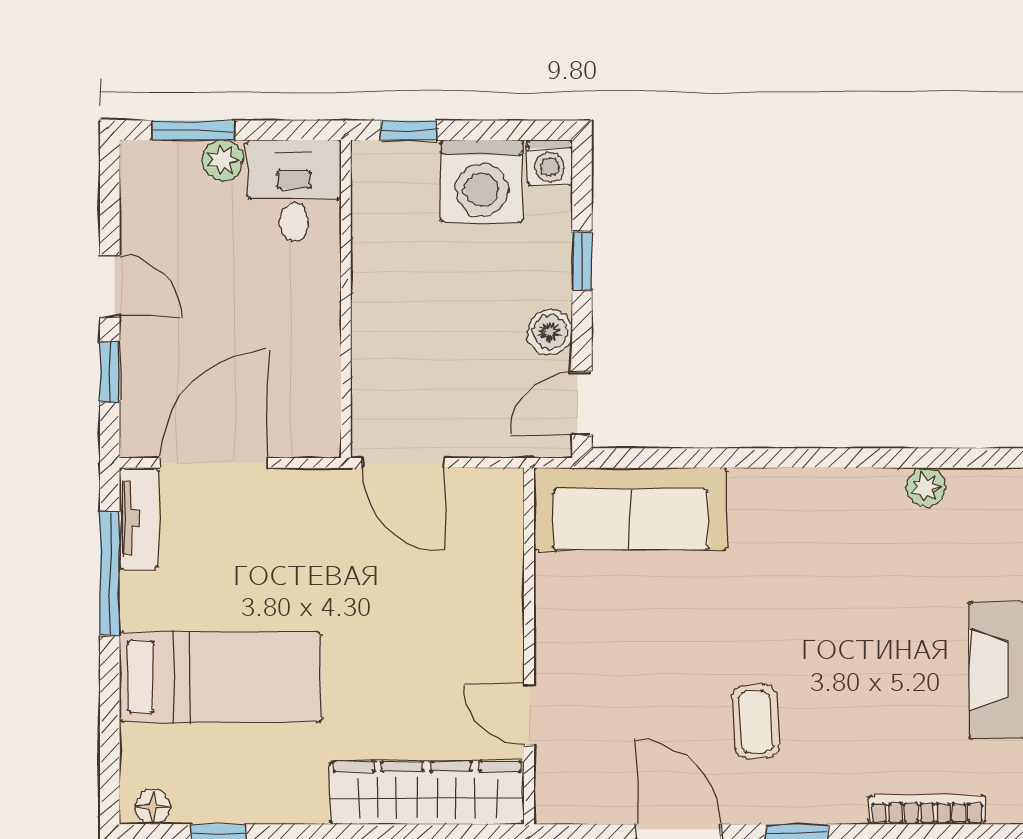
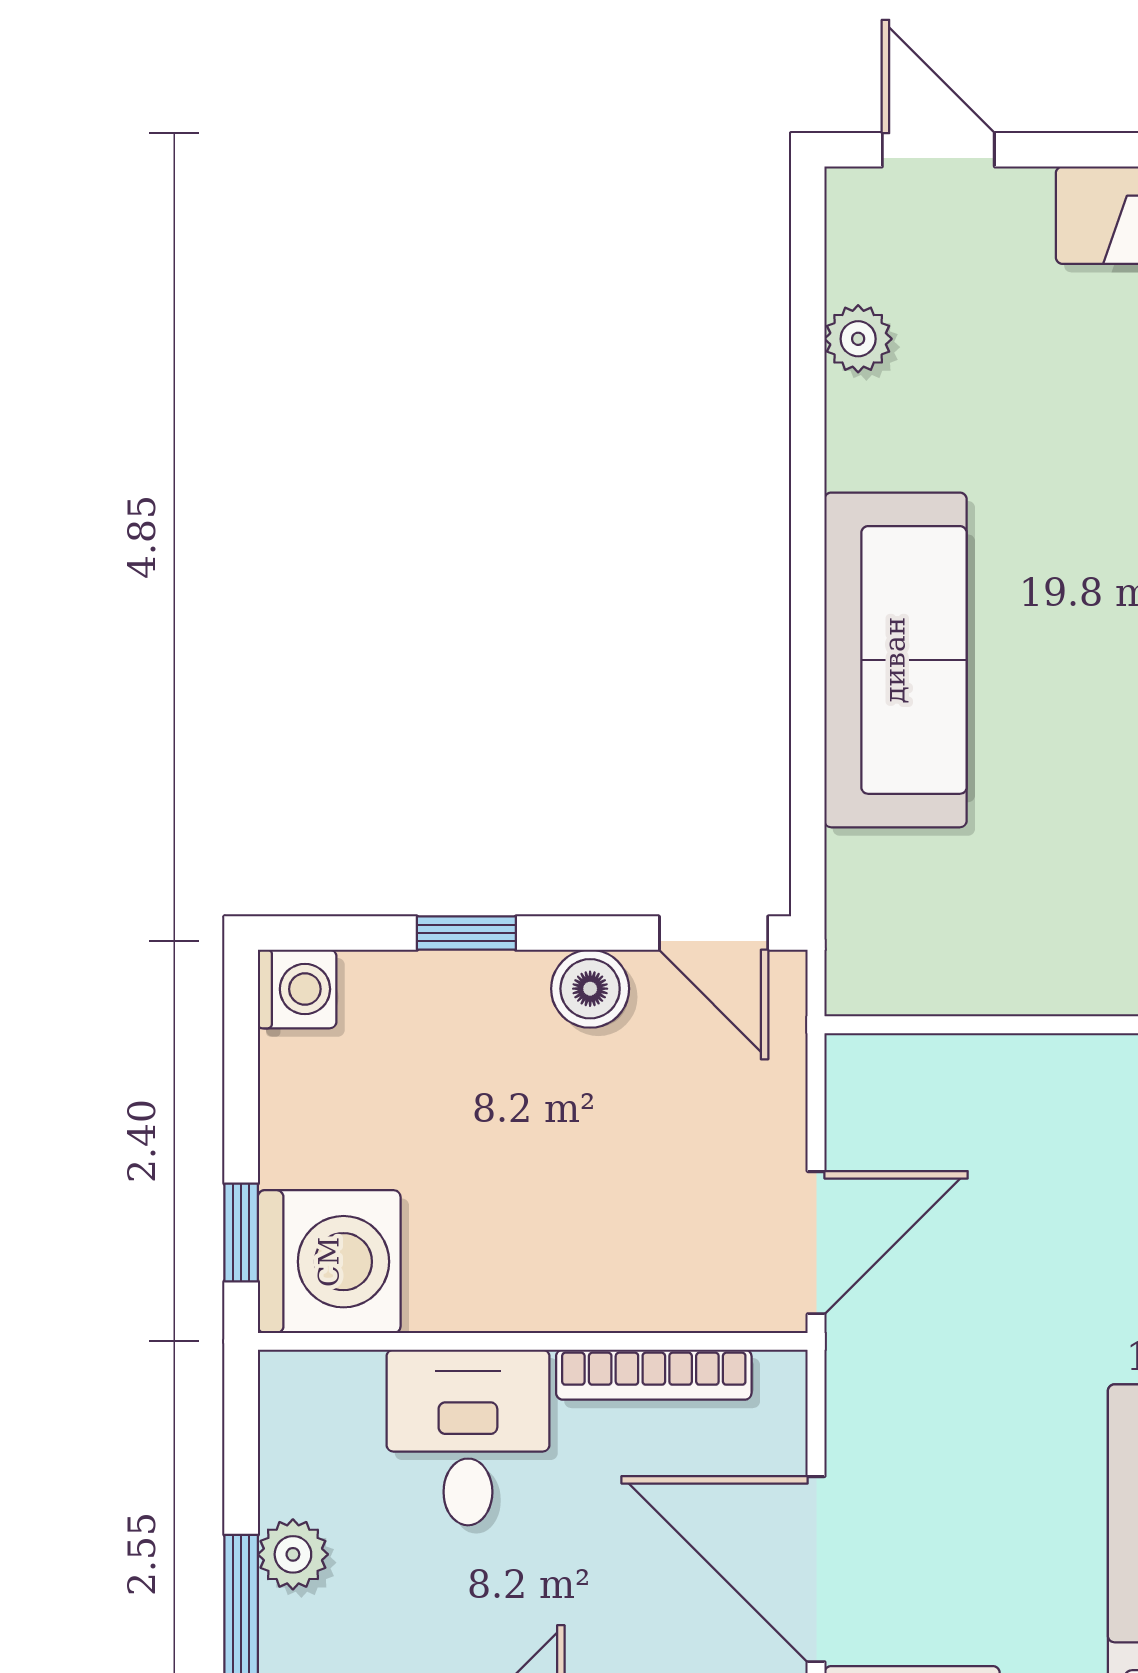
washing machine: (482, 181) -> (329, 1262), moved
desk: (294, 191) -> (468, 1437), moved, turned 90
bookcase: (327, 369) -> (654, 1375), added
sofa: (631, 509) -> (895, 660), moved

